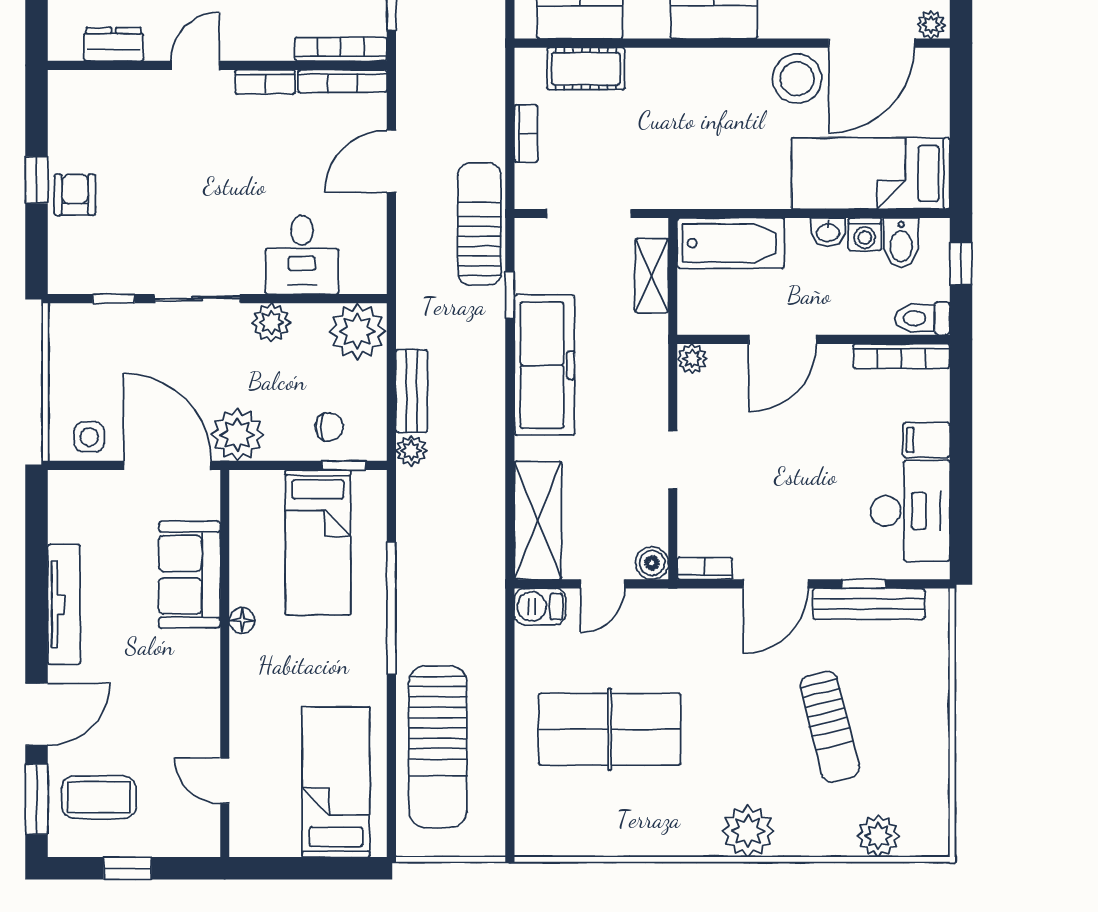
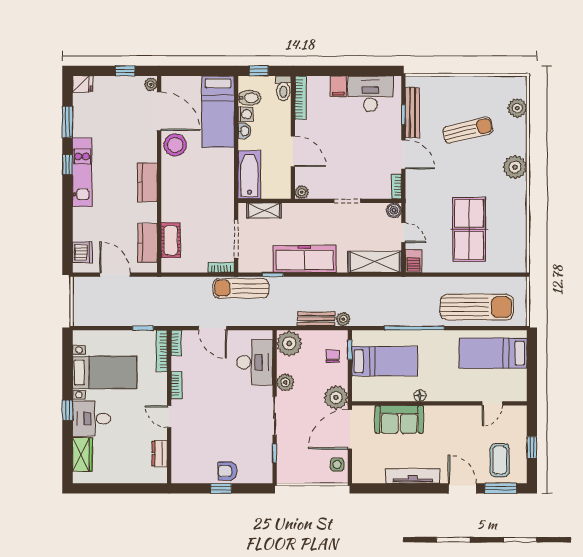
bookcase: (343, 81) -> (176, 343), width x0.64
bookcase: (526, 133) -> (221, 267), moved
desk: (302, 255) -> (255, 362), width x1.37

